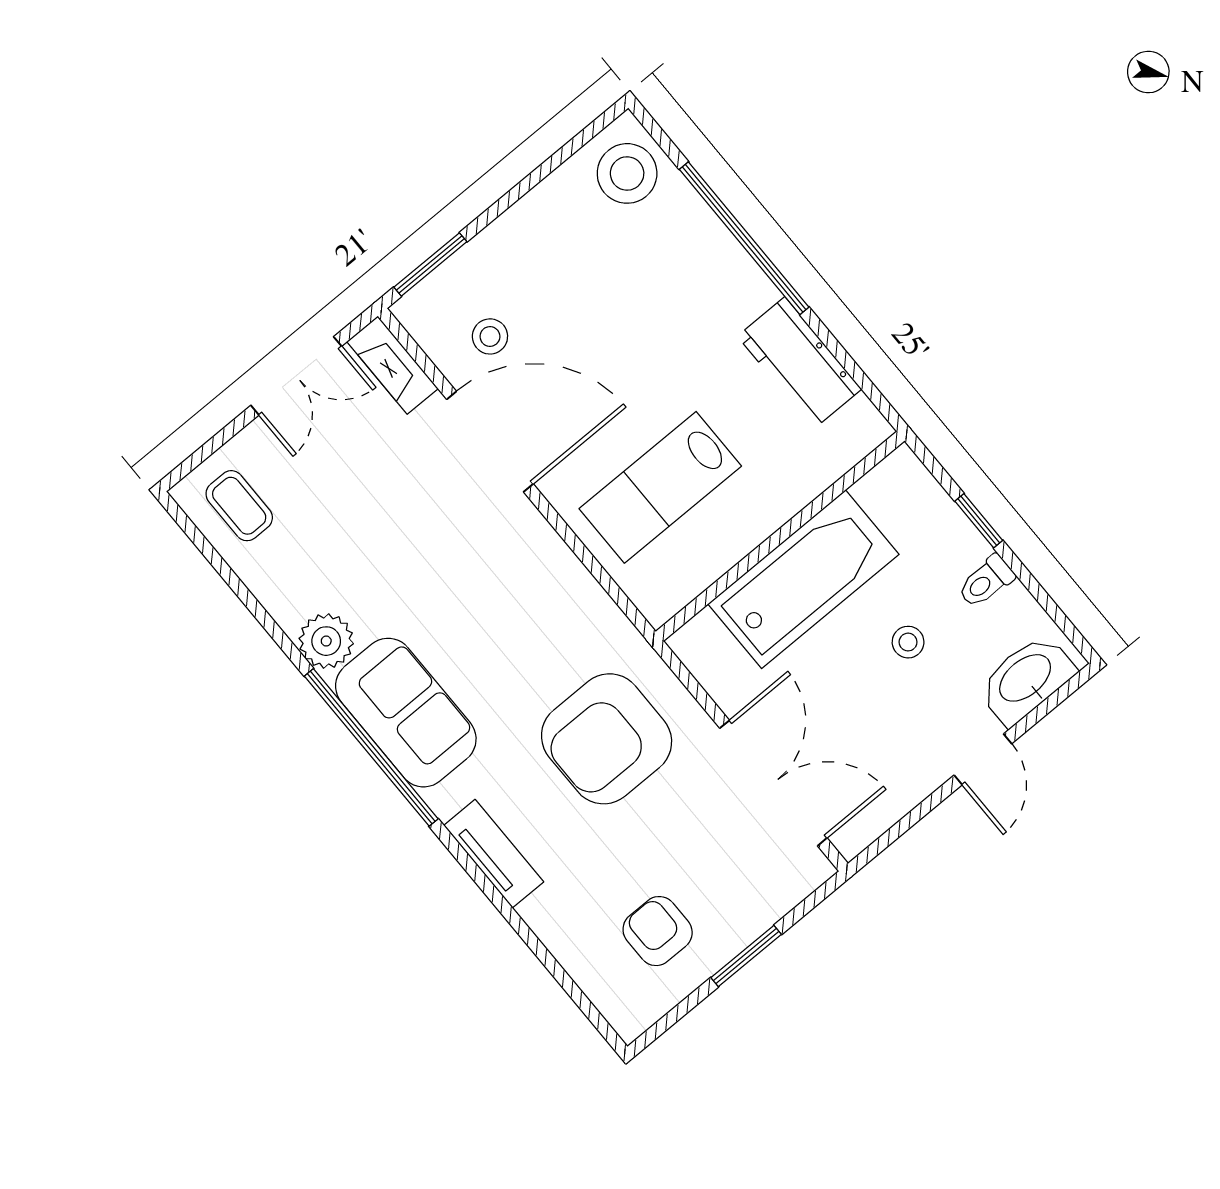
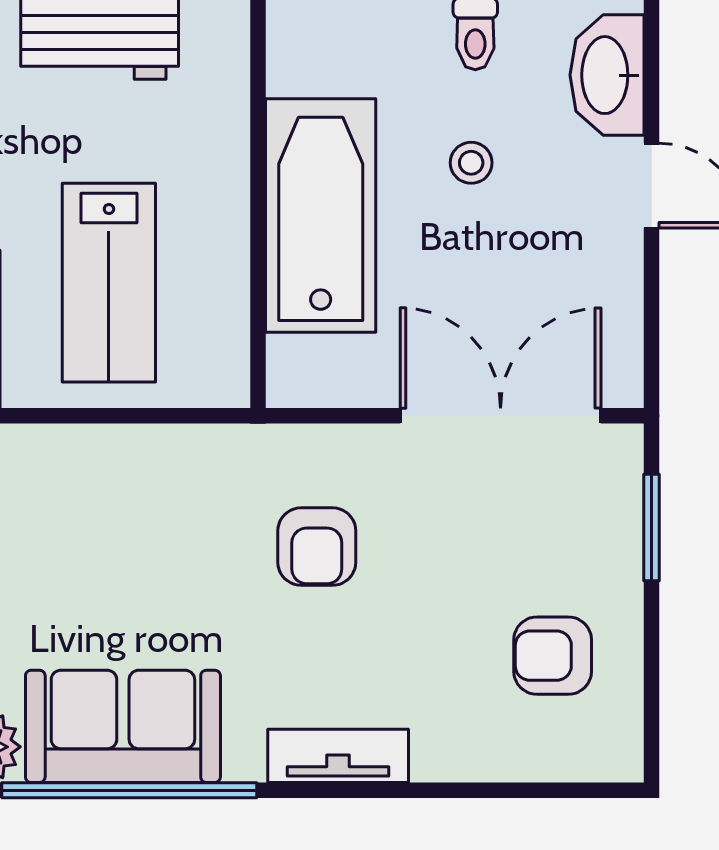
armchair: (607, 739) -> (317, 547), width x0.53, depth x0.53
window: (746, 956) -> (652, 527), moved

